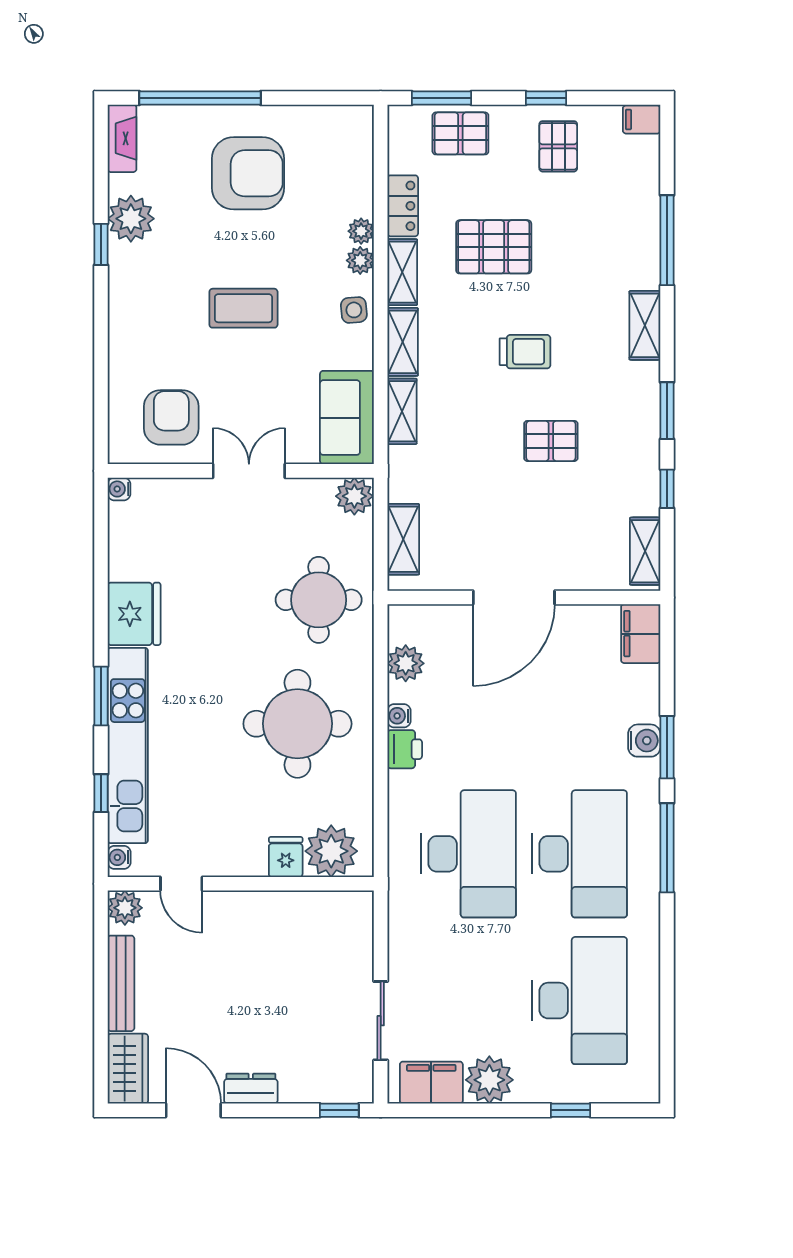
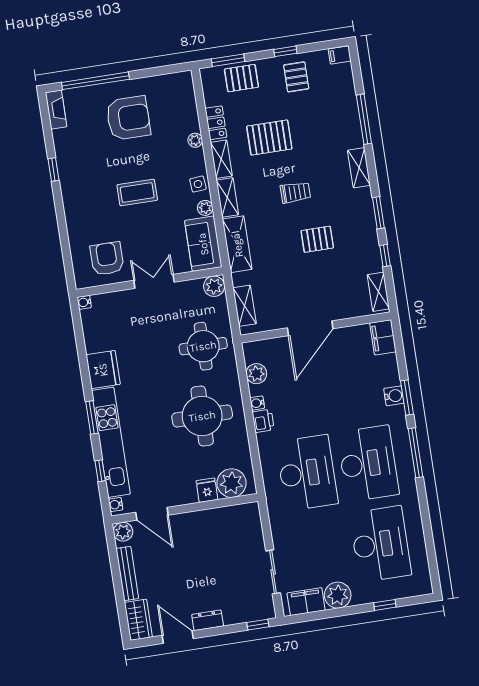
plant: (131, 219) -> (68, 153), removed
plant: (360, 260) -> (205, 208), moved
shelving: (402, 411) -> (237, 244), width x1.50, depth x1.33
door: (181, 884) -> (152, 514), width x1.38

